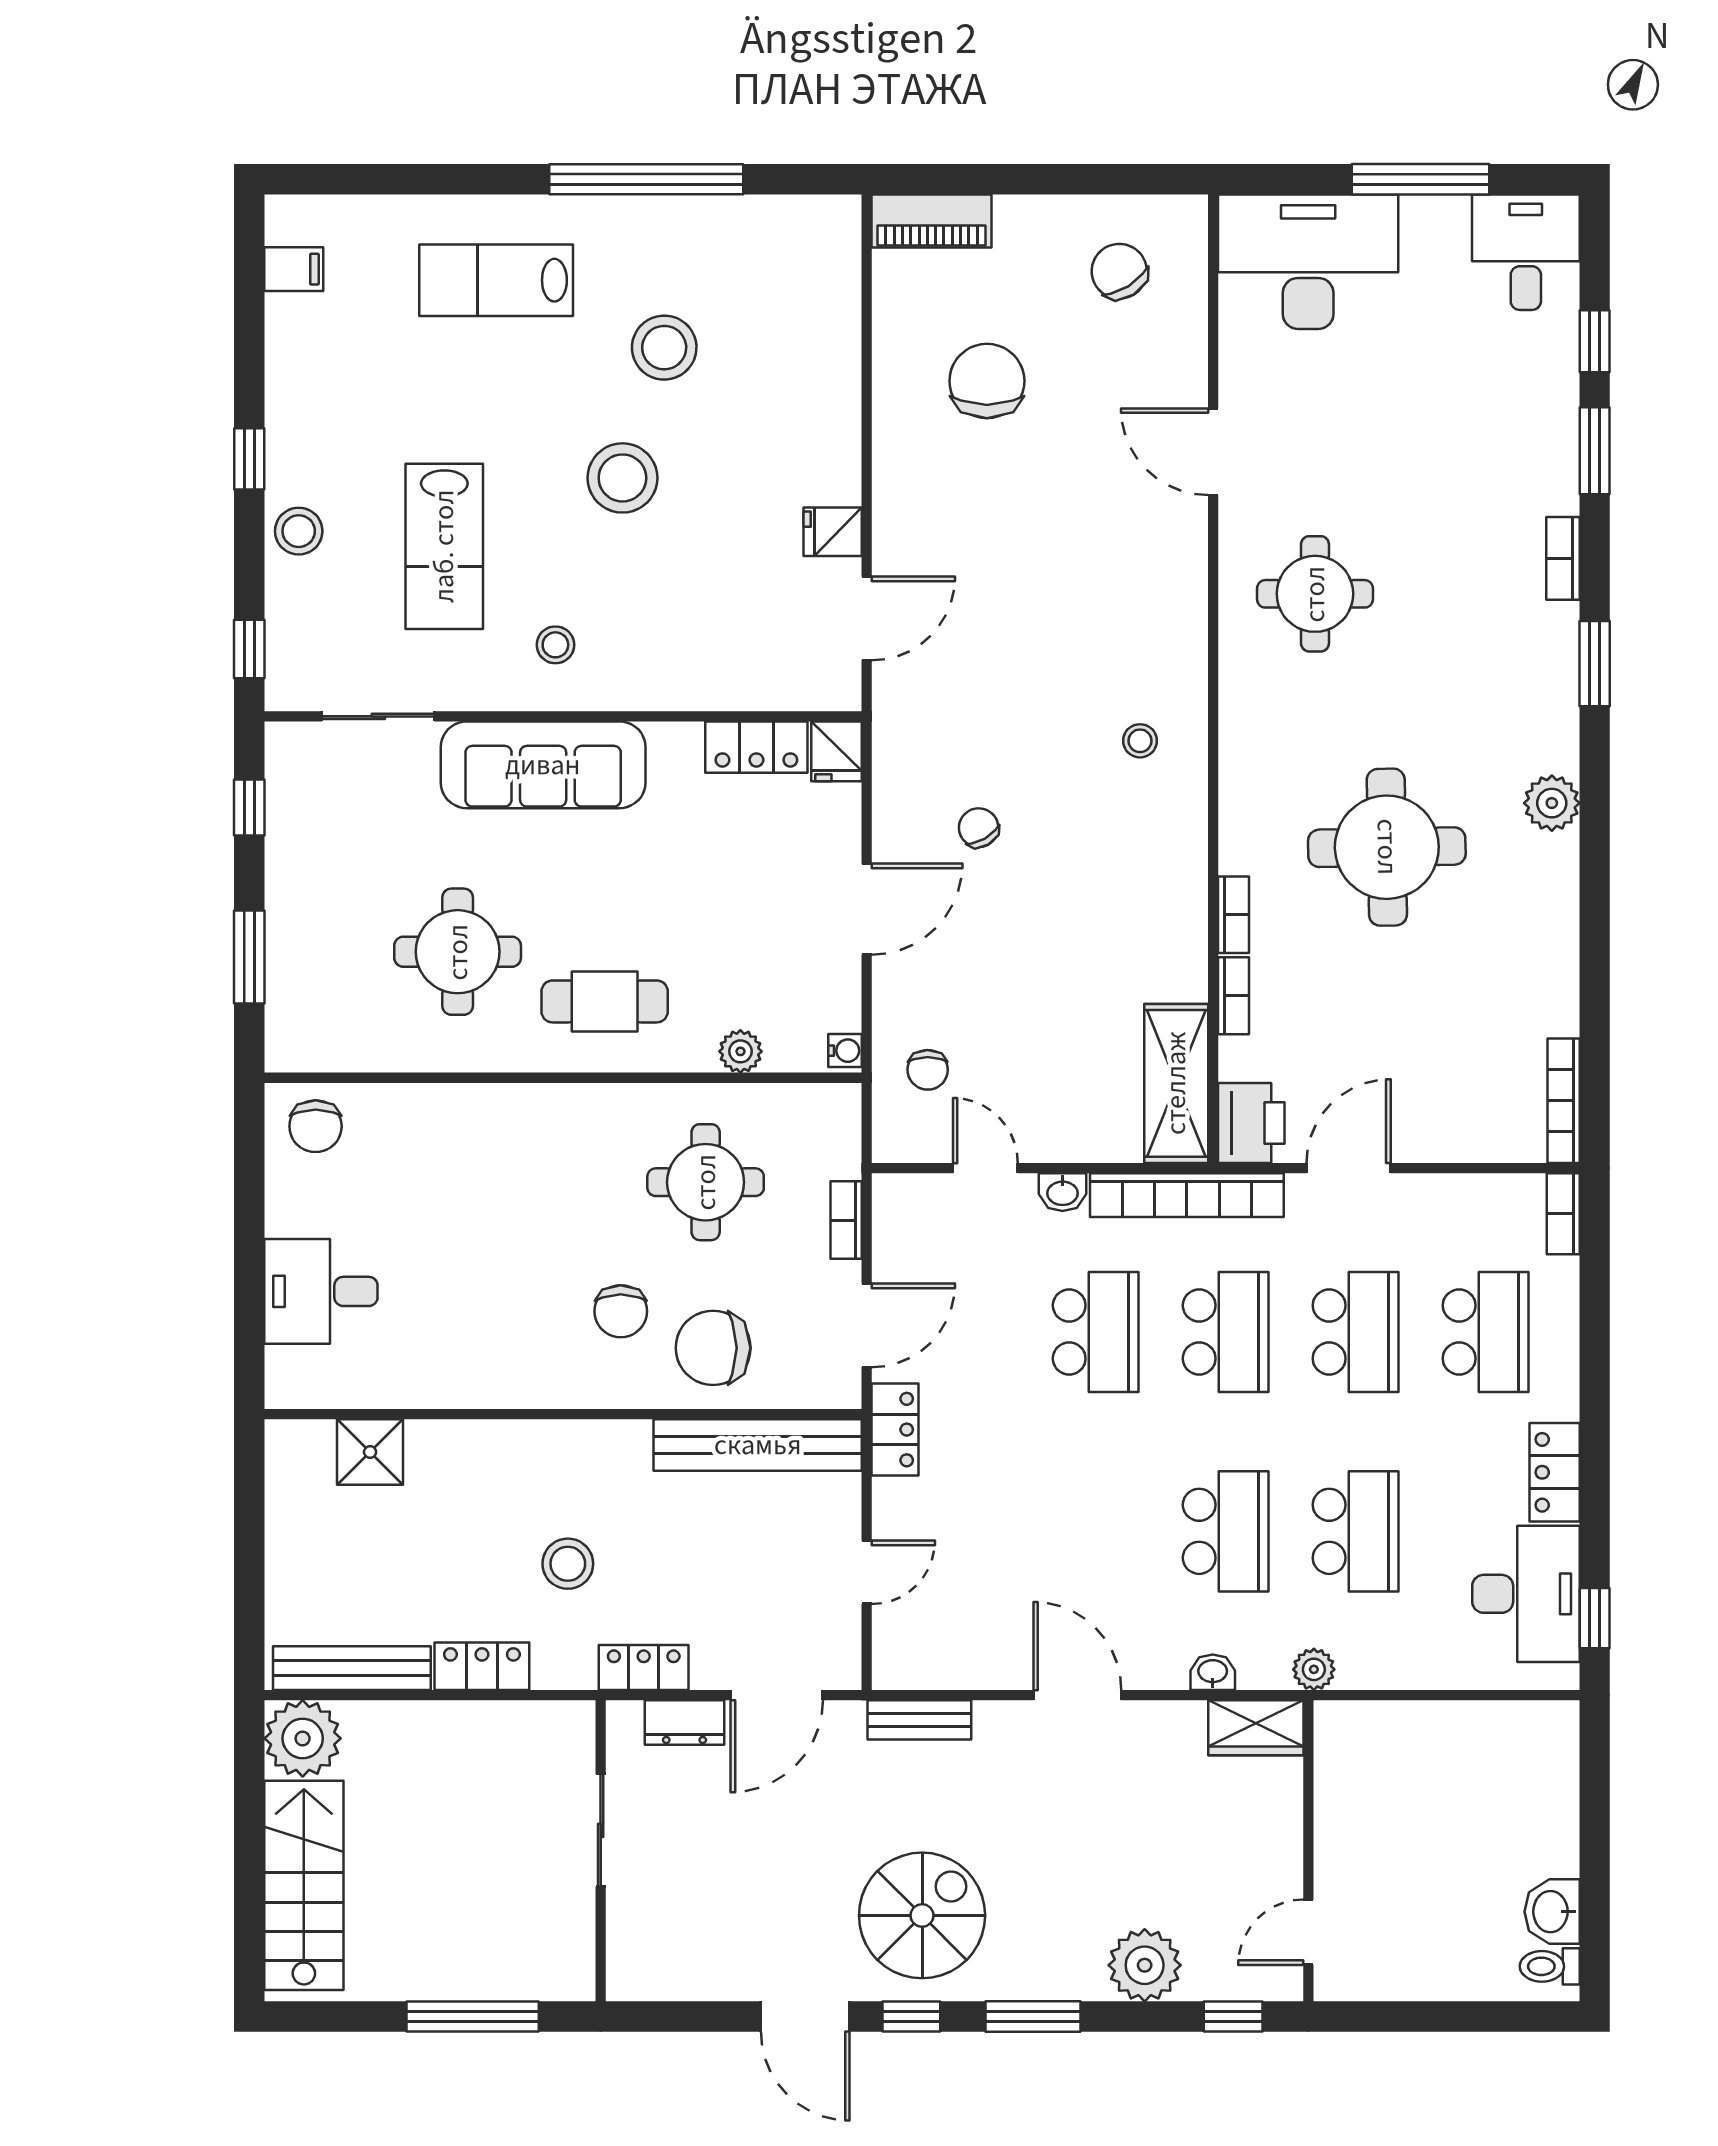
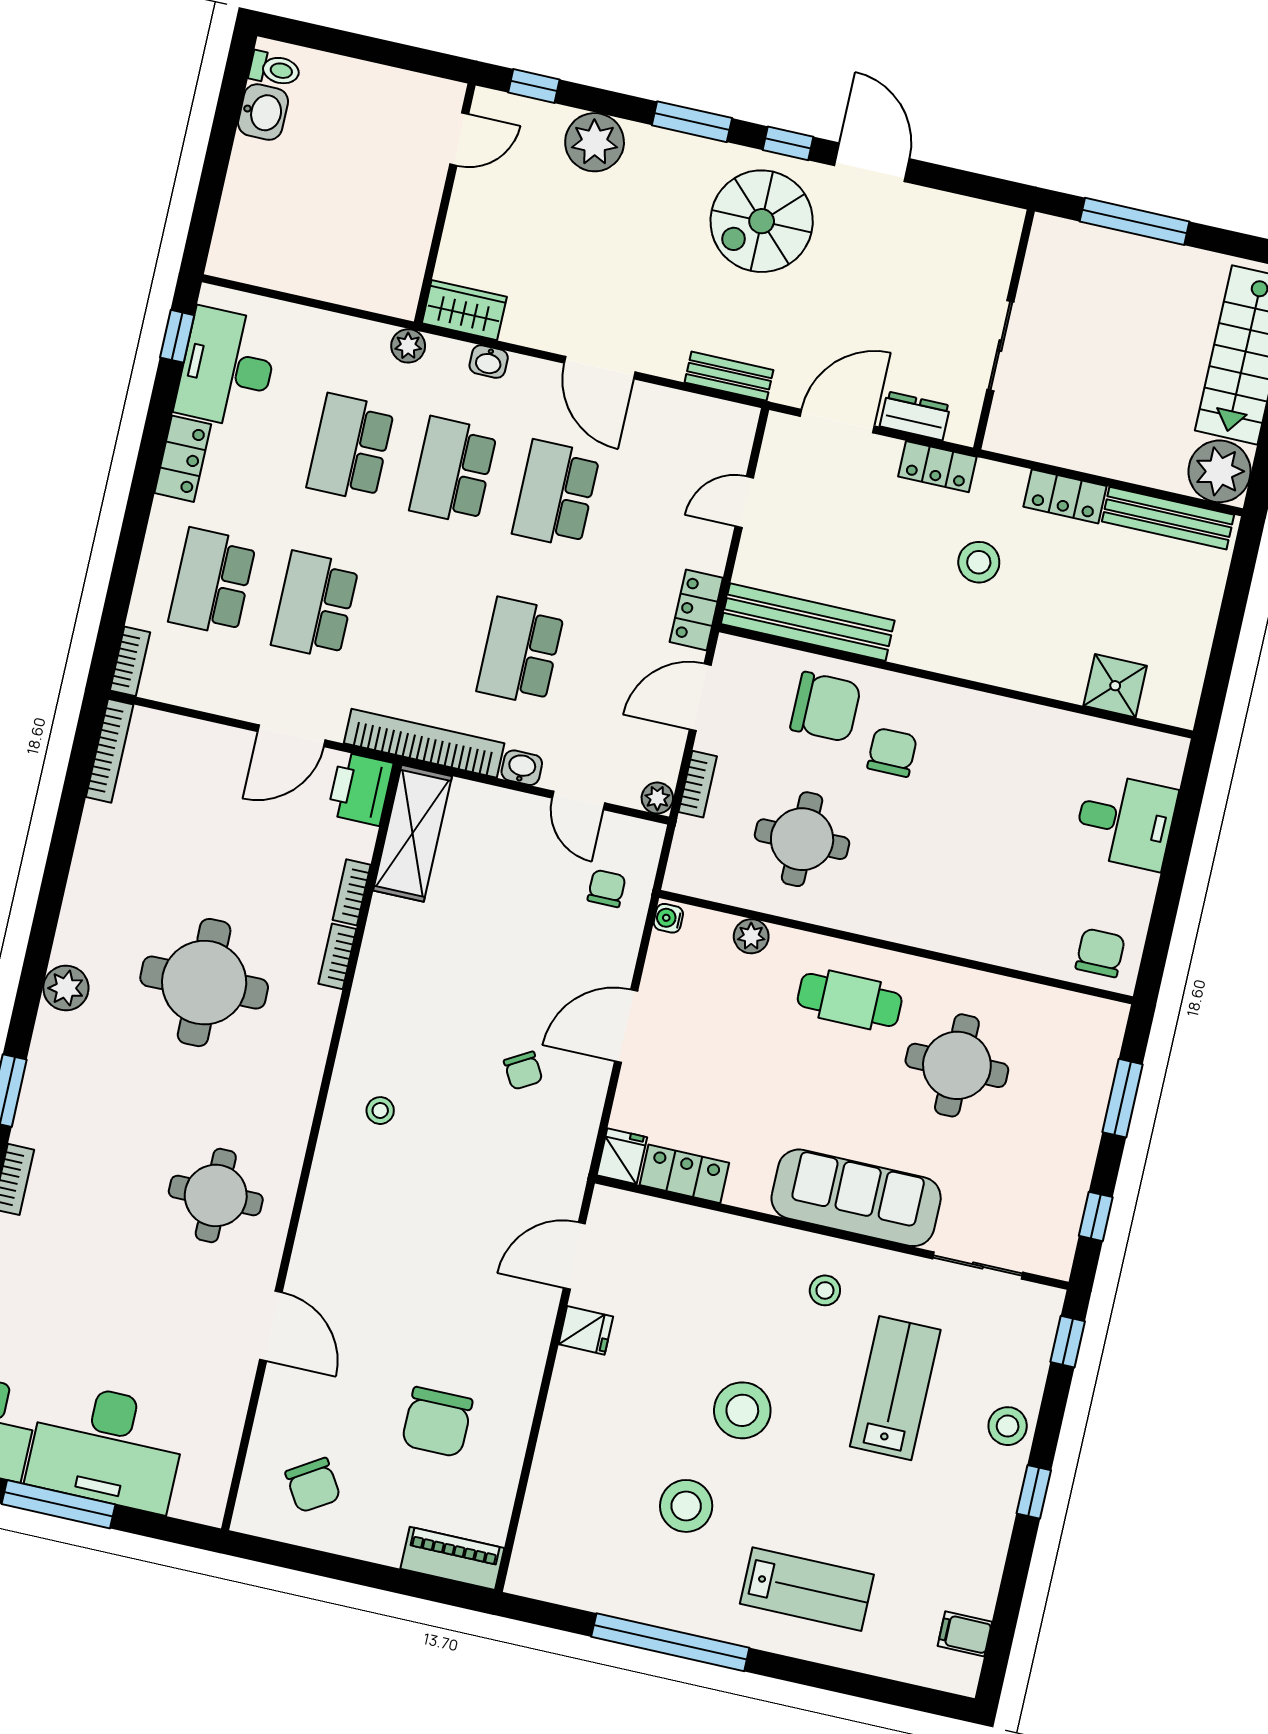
desk: (1308, 262) -> (107, 1447), moved
plant: (891, 1192) -> (657, 798), added
school desk: (1226, 1332) -> (556, 494), moved

